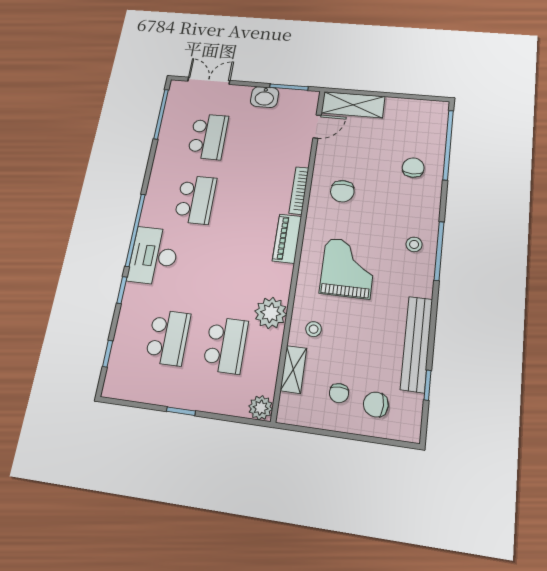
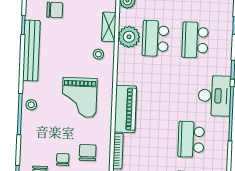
piano: (287, 239) -> (125, 109), width x1.37, depth x1.33
stool: (414, 244) -> (31, 105), moved
plant: (271, 313) -> (129, 37), moved
chair: (339, 393) -> (63, 159), moved

